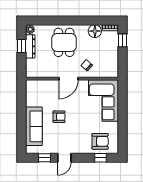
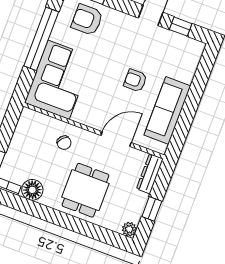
dresser: (30, 46) -> (150, 174), moved
door: (68, 79) -> (116, 139), moved
window: (123, 120) -> (41, 39), added
sofa: (34, 126) -> (167, 110), moved

